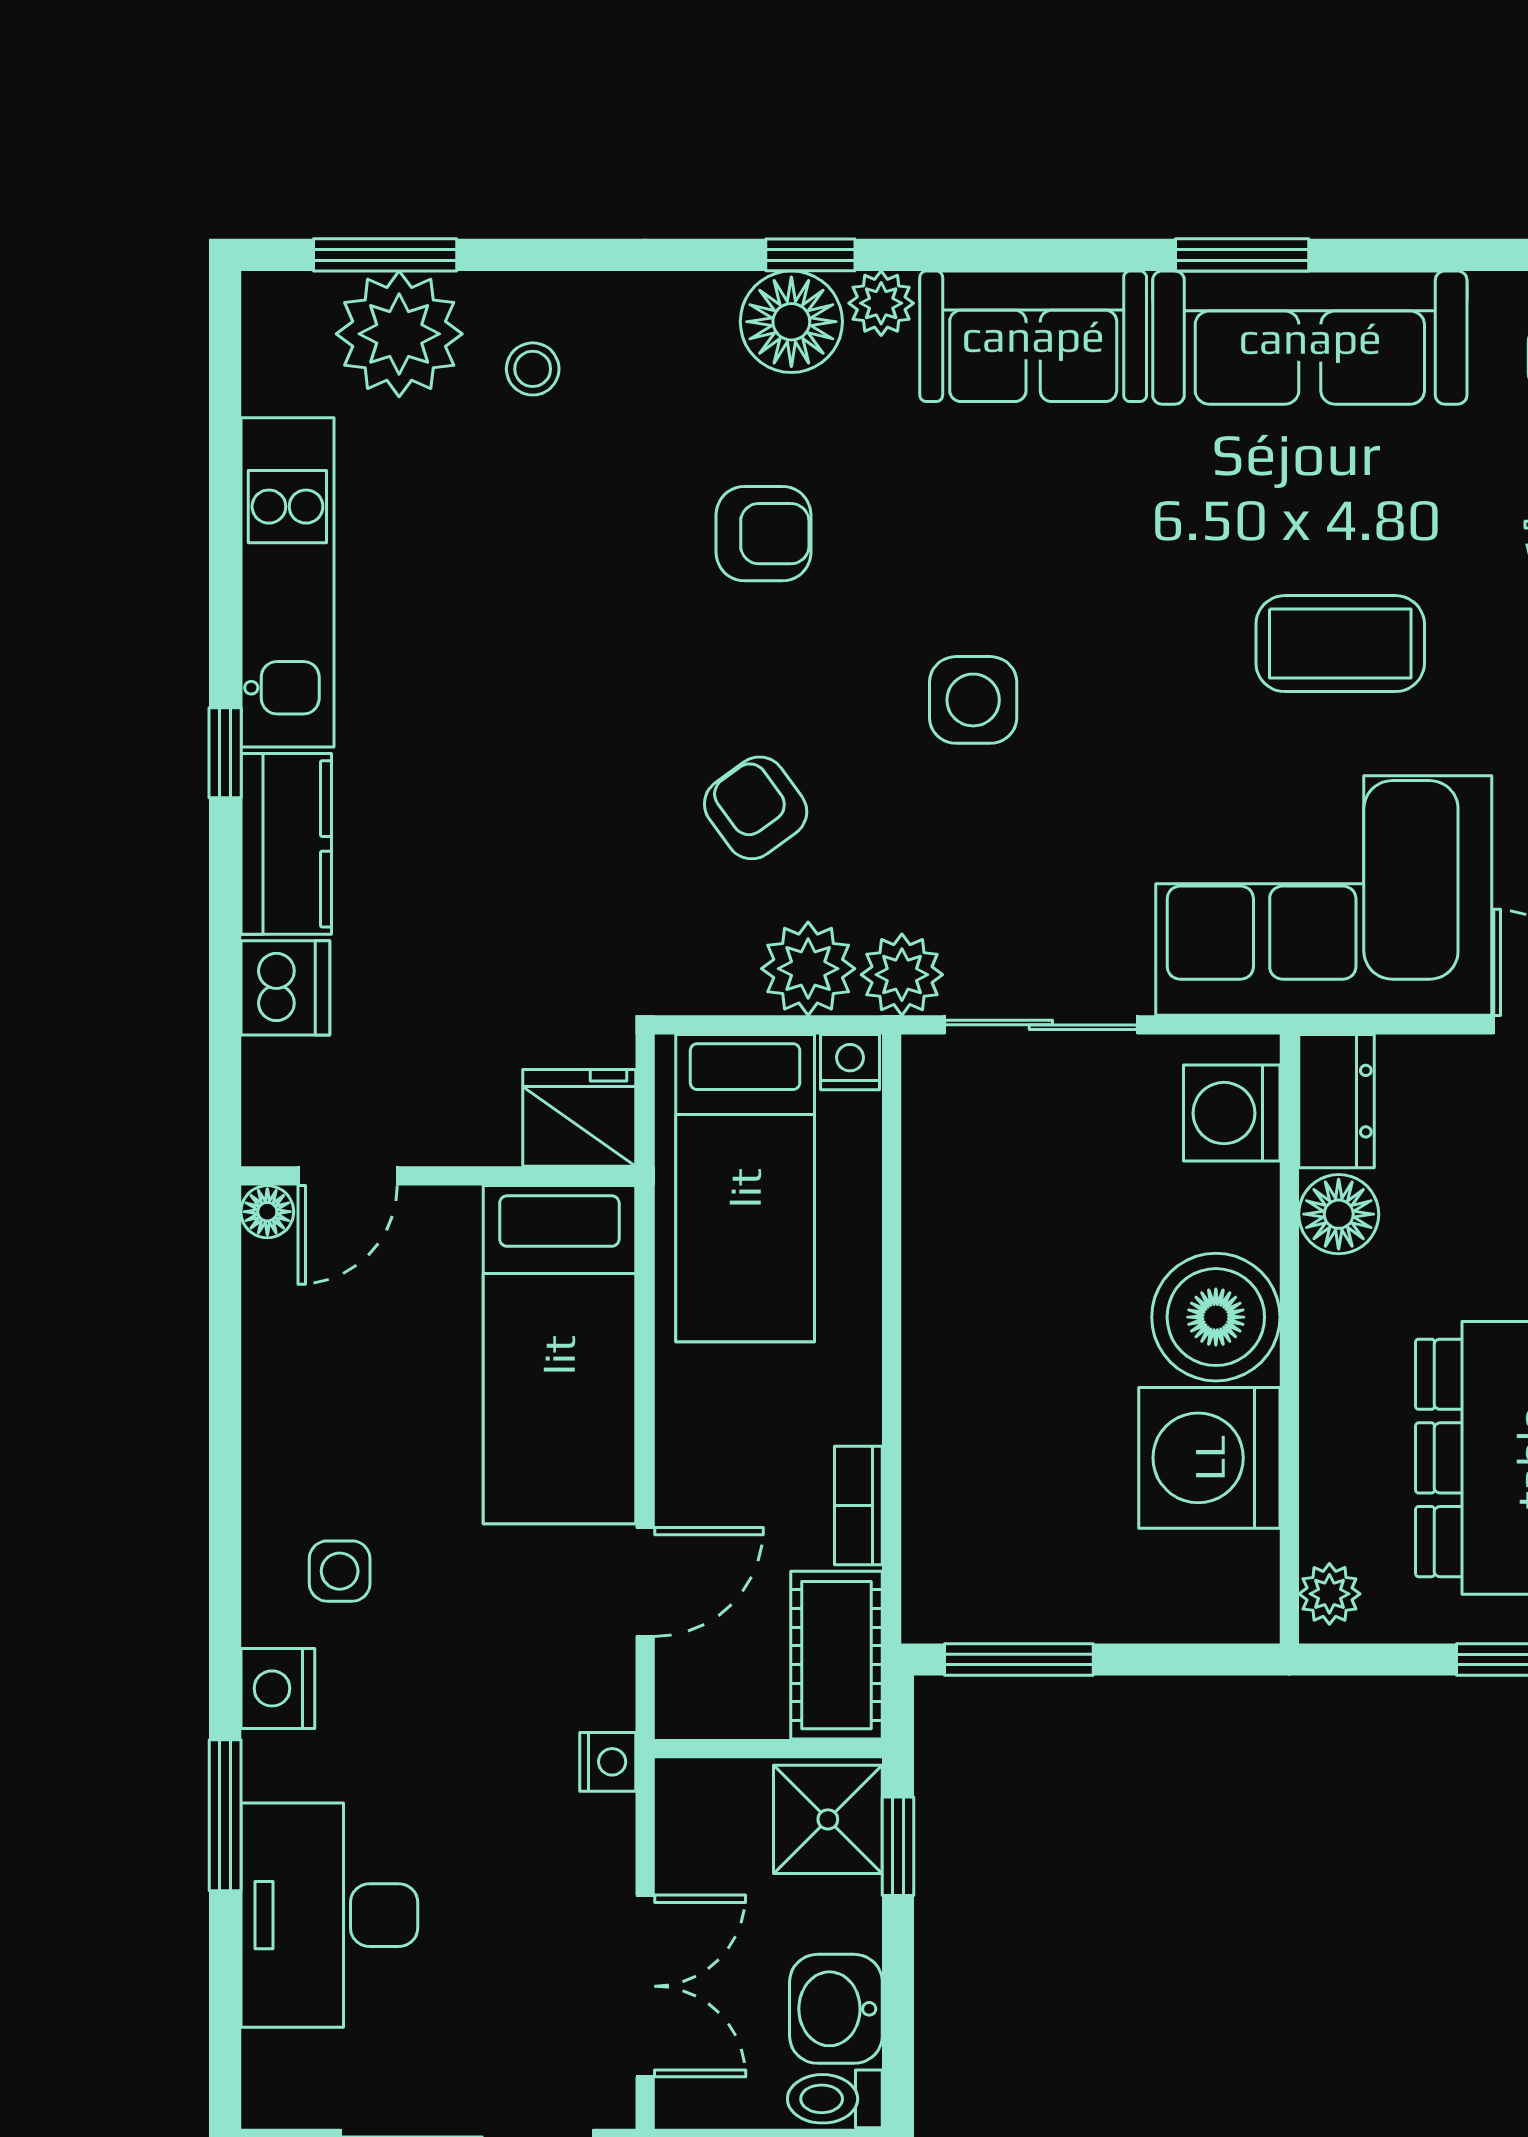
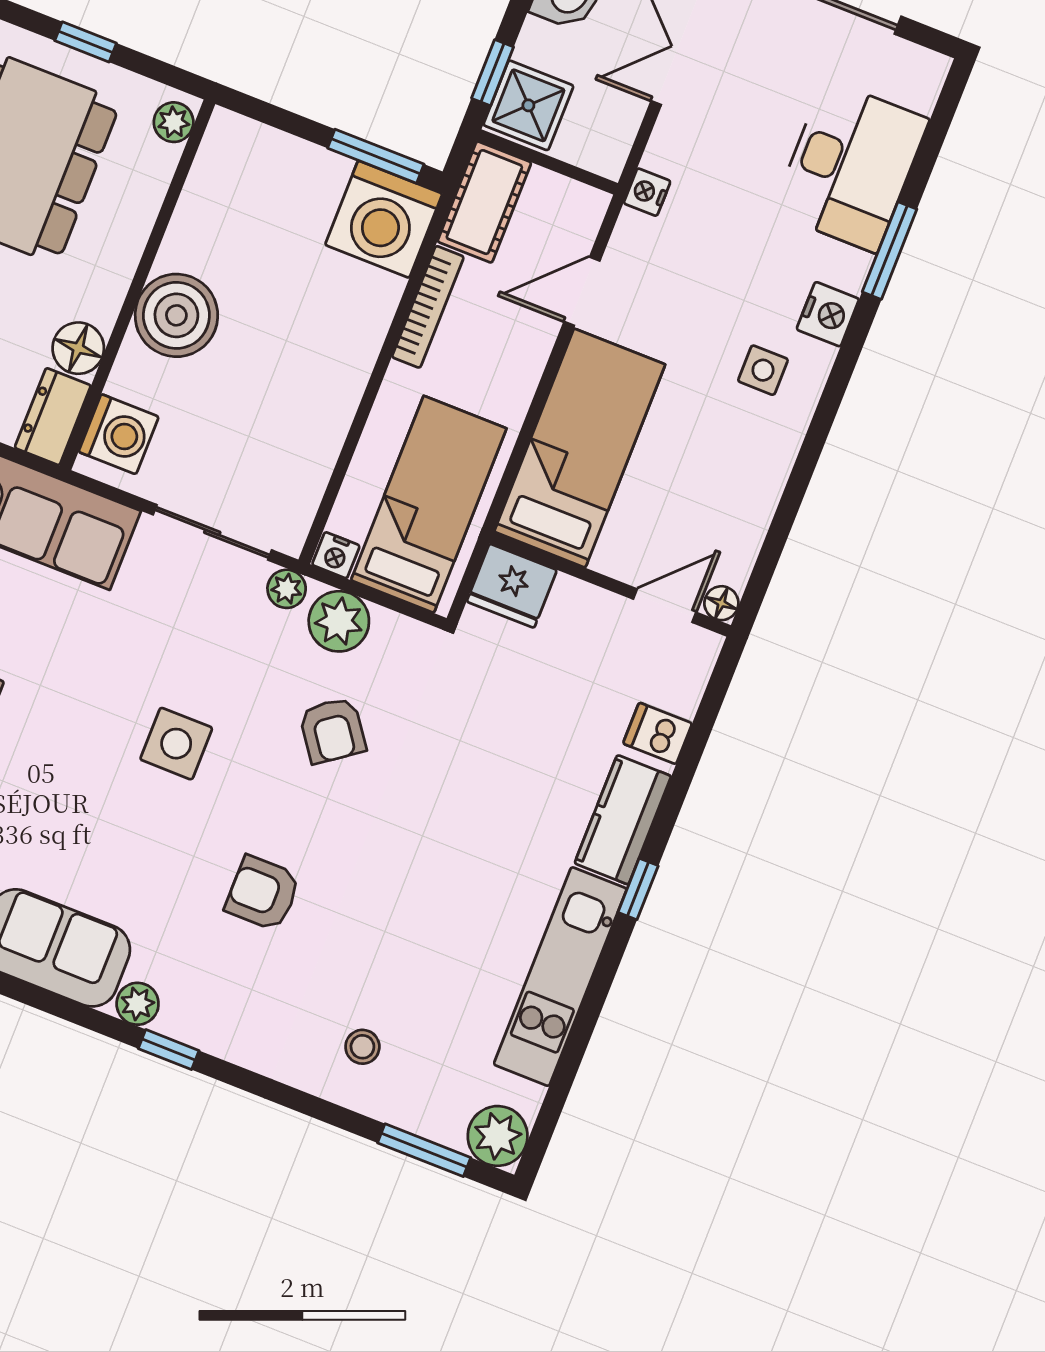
floor lamp: (791, 322) -> (196, 1014), removed
plant: (399, 334) -> (498, 1136), moved, width x0.73, depth x0.73
plant: (902, 975) -> (287, 589), width x0.73, depth x0.73
dishwasher: (285, 988) -> (658, 733), width x0.73
washing machine: (1209, 1458) -> (384, 219), moved, turned 90
bookcase: (858, 1505) -> (428, 307), width x1.56

